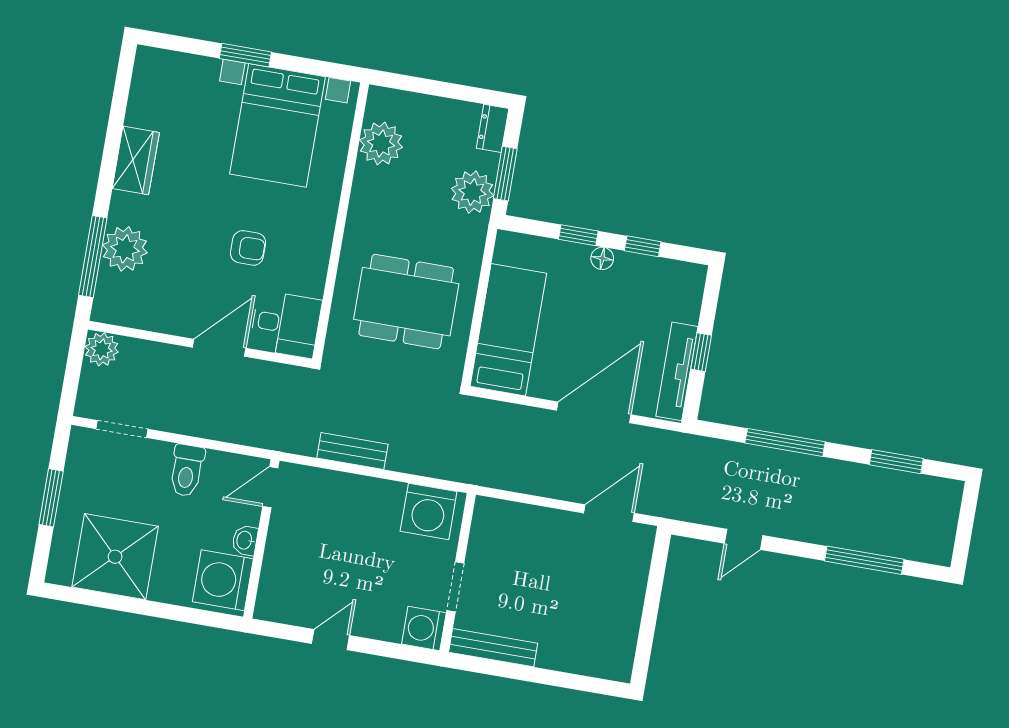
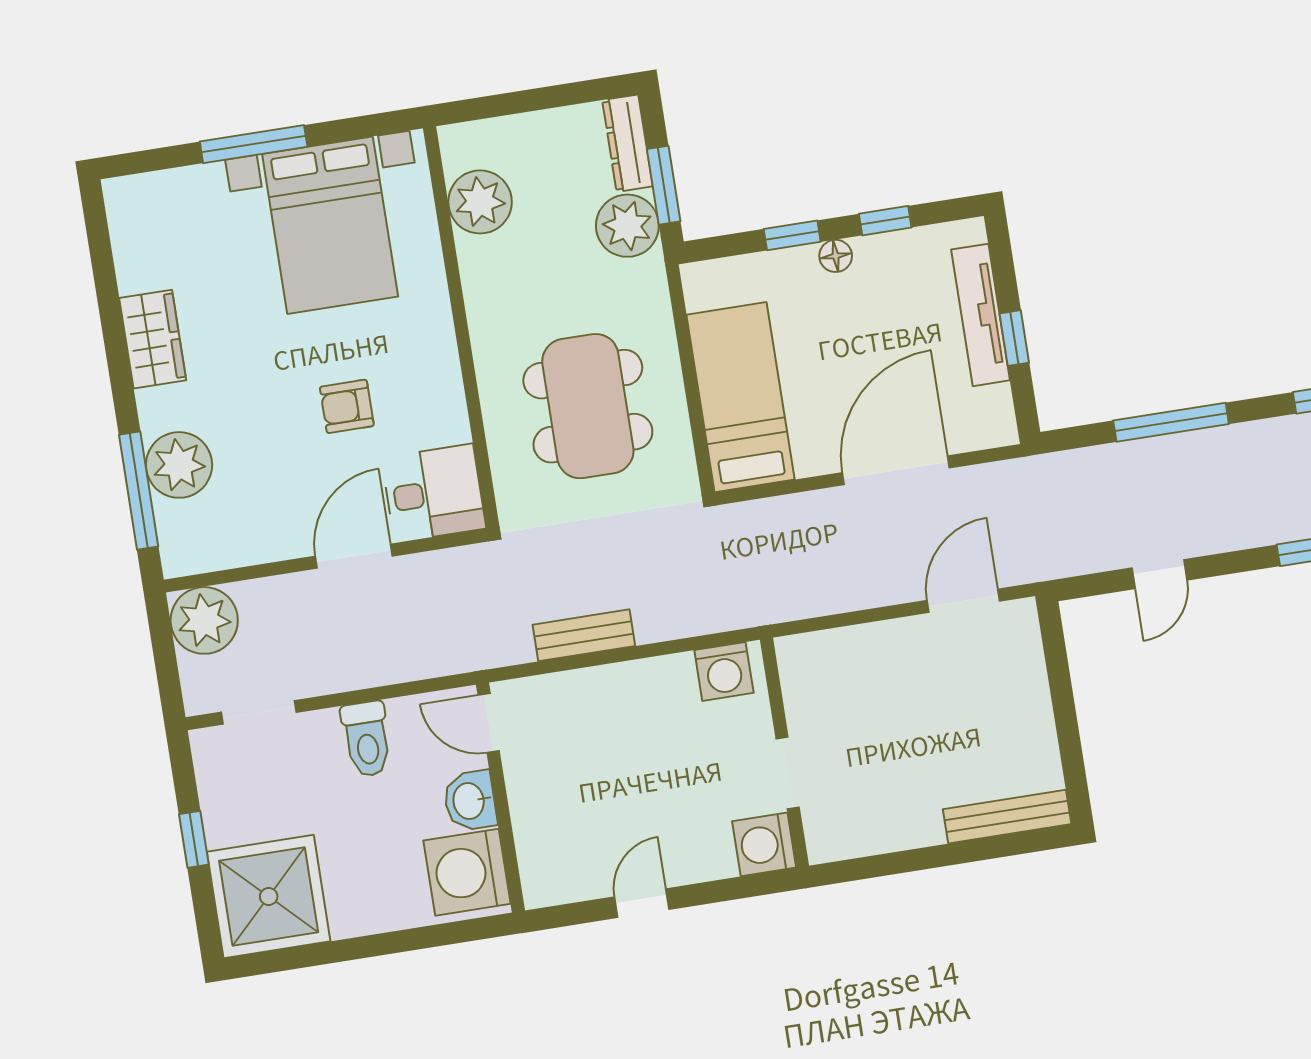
window: (245, 55) -> (254, 144), width x1.44
dresser: (493, 128) -> (628, 143), width x1.44
armchair: (248, 248) -> (347, 406), turned 180
dining table: (406, 302) -> (588, 406), turned 90
plant: (102, 349) -> (204, 620), width x1.36, depth x1.36
tv unit: (677, 371) -> (981, 315), moved
door: (270, 487) -> (489, 723), hinge flipped
window: (51, 498) -> (194, 839), width x0.67
washing machine: (429, 511) -> (724, 671), width x0.73, depth x0.73
washbasin: (245, 540) -> (470, 801), width x1.38, depth x1.45
shower: (115, 557) -> (269, 896), moved
bench: (493, 648) -> (1007, 817), moved

